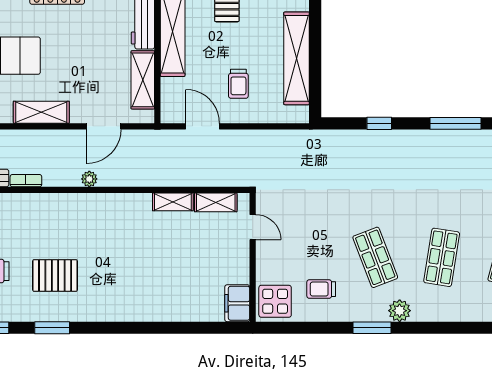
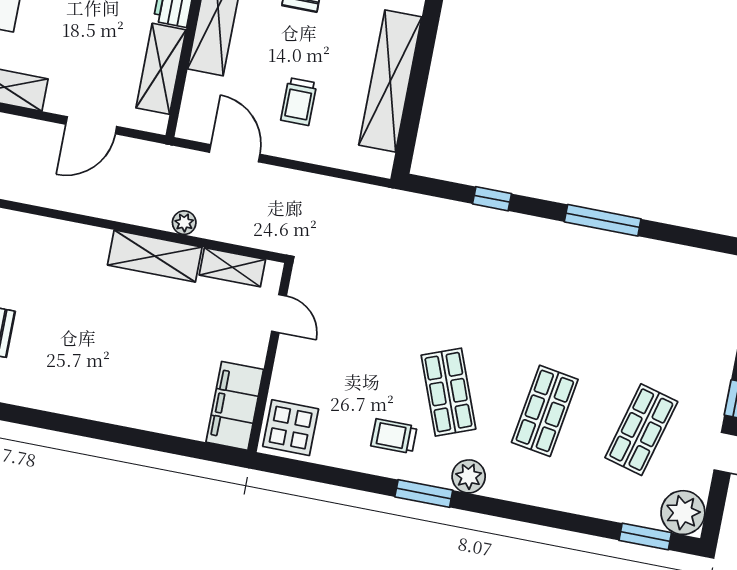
plant: (89, 179) -> (184, 223), moved
shelving: (173, 202) -> (155, 256), width x1.50, depth x1.33
trolley: (321, 289) -> (394, 436), moved
filing cabinet: (237, 303) -> (235, 406), width x1.50, depth x1.17

